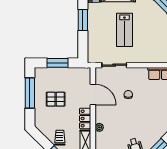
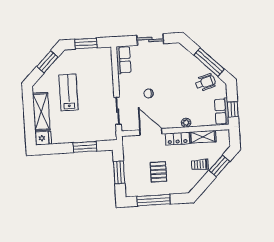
window: (83, 20) -> (85, 147), moved
lab bench: (124, 30) -> (69, 92), moved, turned -90
door: (93, 94) -> (151, 132), hinge flipped

